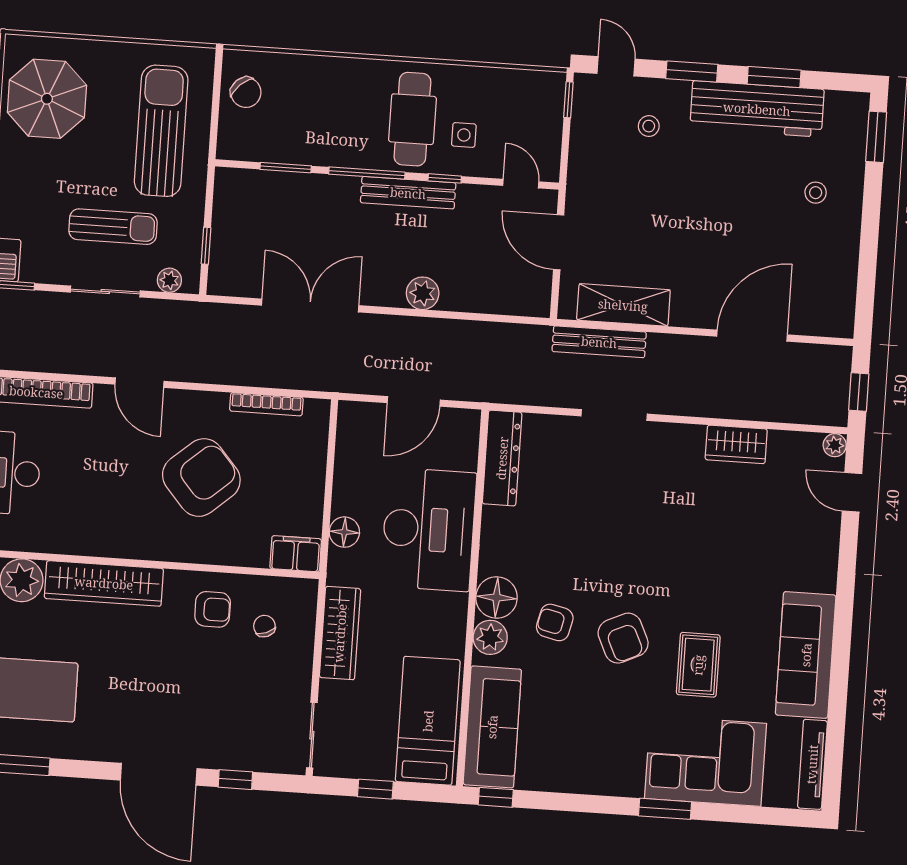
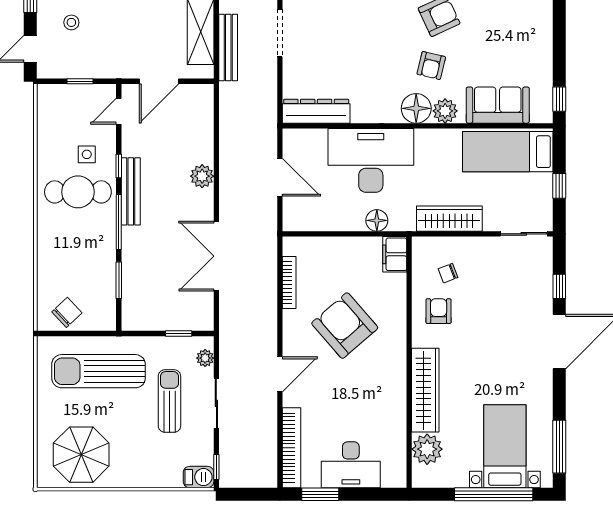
window: (568, 100) -> (80, 81), moved
sofa: (492, 727) -> (498, 105), width x0.73

